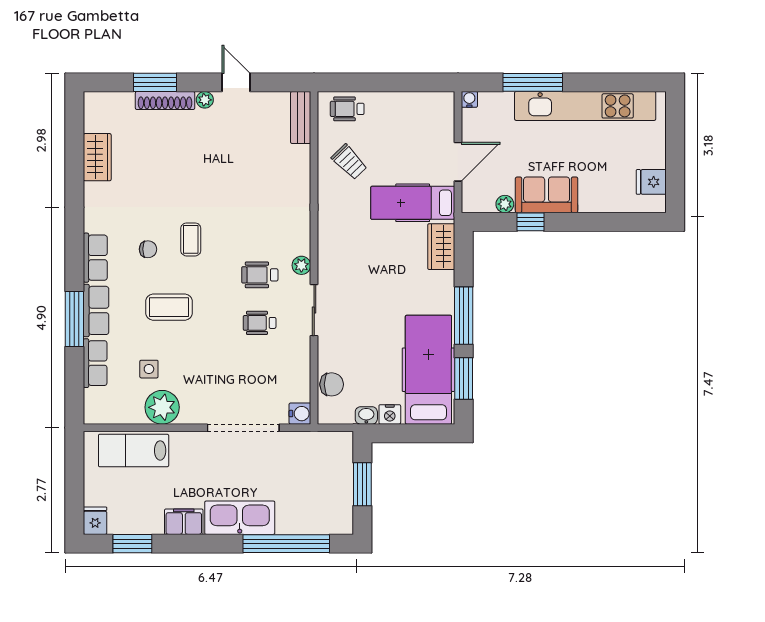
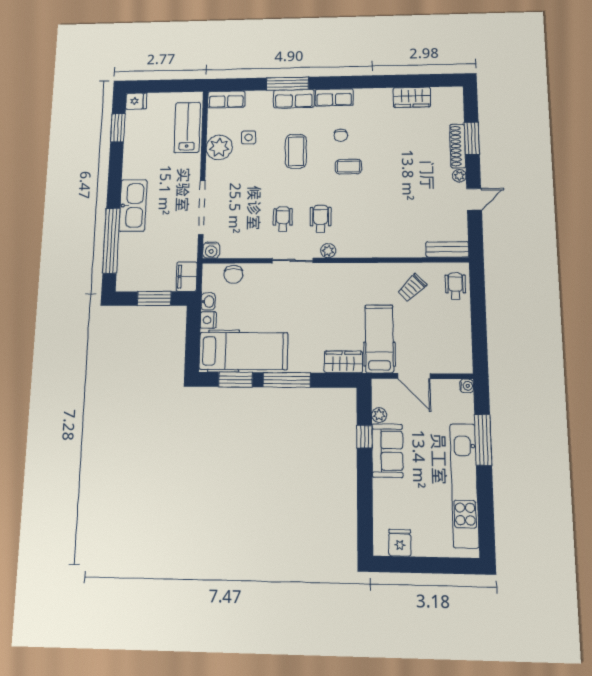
row of seats: (95, 363) -> (226, 99), moved
filing cabinet: (184, 522) -> (187, 277), moved, turned 180

